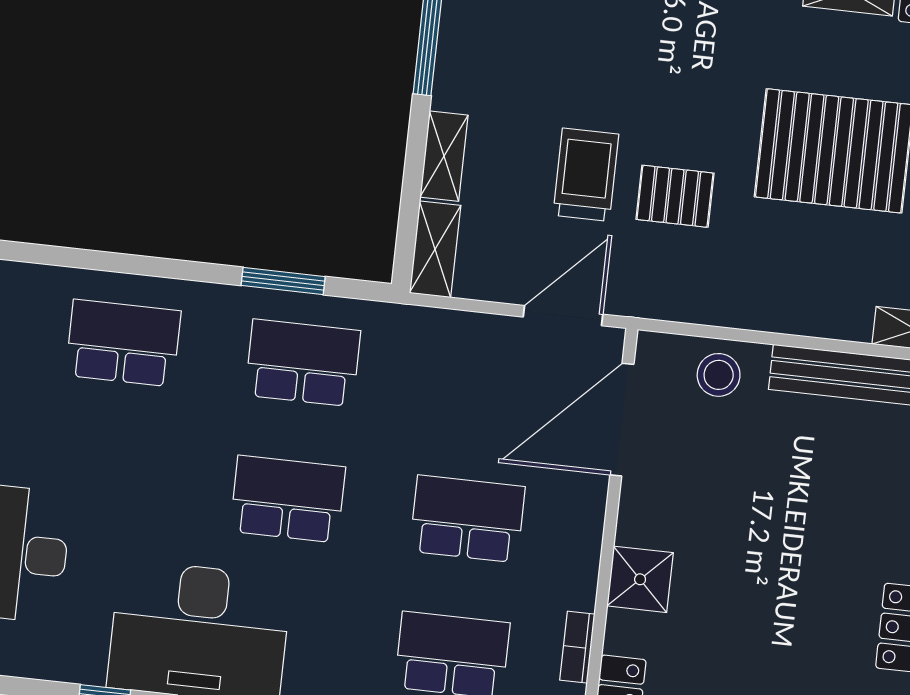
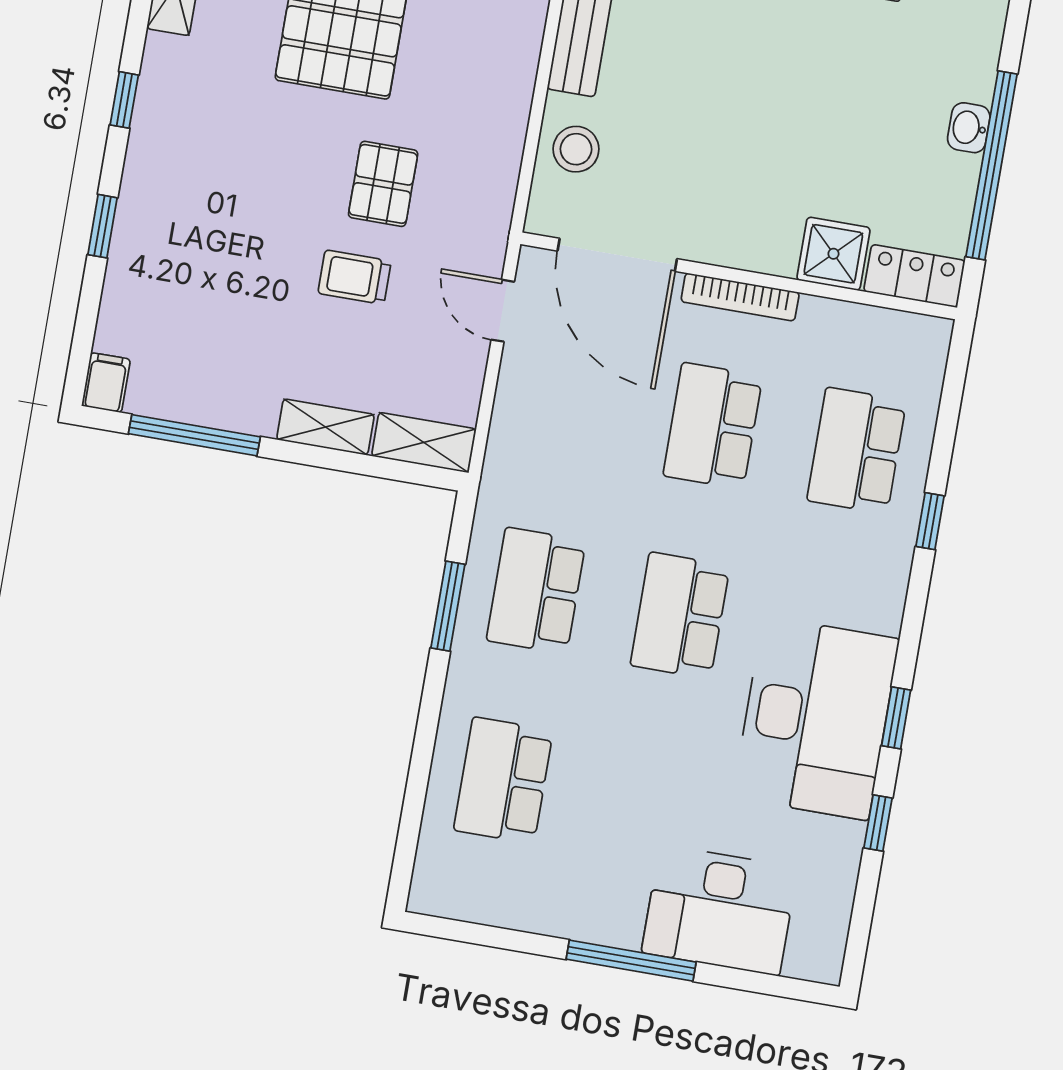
trolley: (586, 175) -> (355, 277), width x0.73, depth x0.72
door: (563, 316) -> (503, 311), width x0.73
shower: (640, 579) -> (833, 254), moved
bookcase: (577, 647) -> (740, 297), moved, width x1.56

